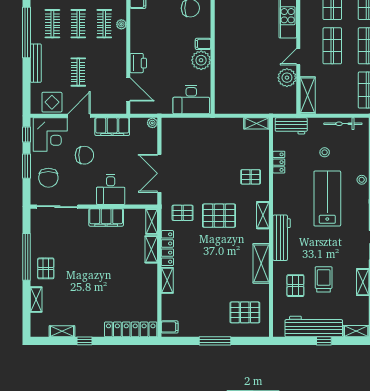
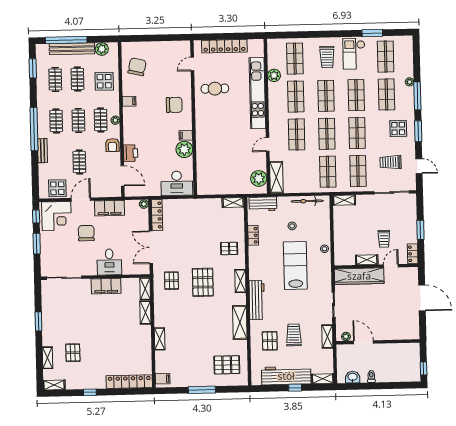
armchair: (117, 53) -> (112, 145), added
bench: (36, 63) -> (43, 151), width x0.73
plant: (287, 78) -> (259, 178), moved
chair: (84, 155) -> (86, 233), turned -90
chair: (48, 178) -> (56, 253), removed
pallet: (183, 213) -> (171, 281), turned 90
pallet: (219, 216) -> (203, 282), turned 90
locker: (167, 248) -> (157, 215), moved
window: (26, 257) -> (38, 321), width x0.47
pallet: (46, 268) -> (73, 353), moved
shelving: (62, 331) -> (54, 385), moved

